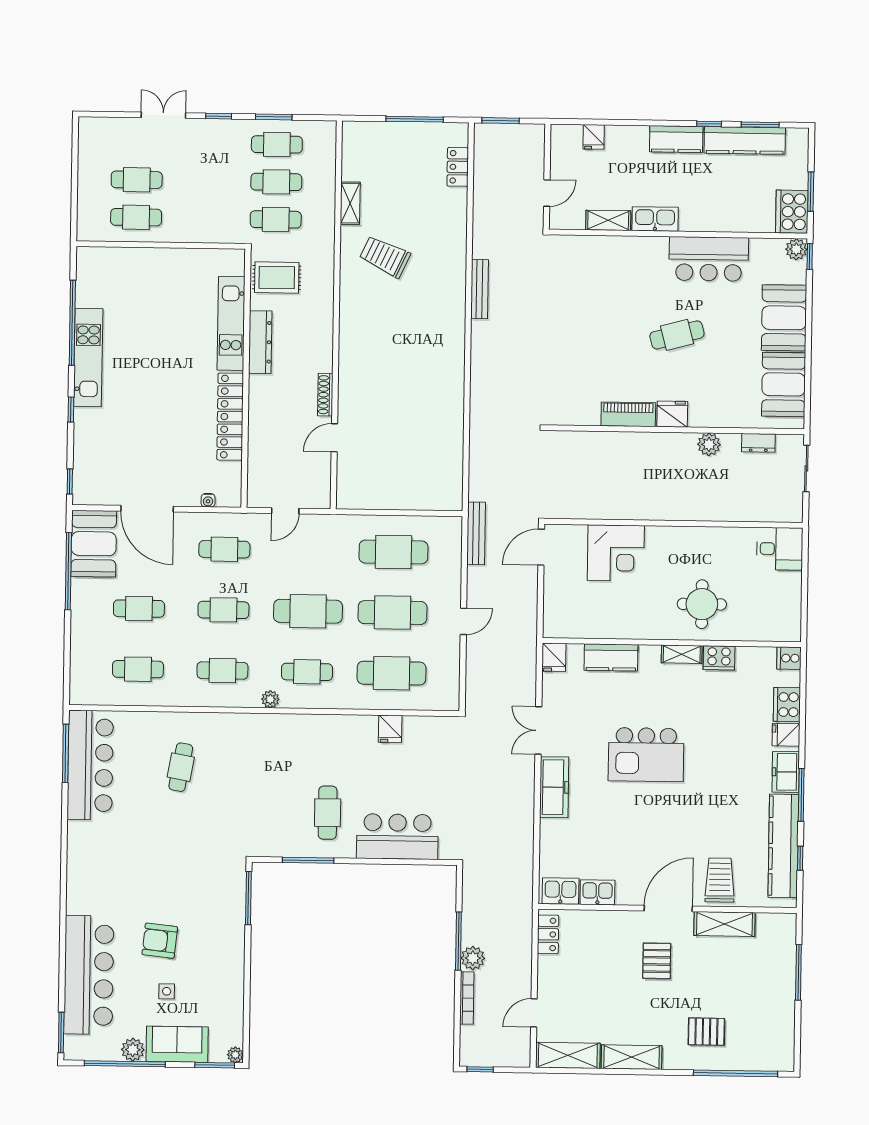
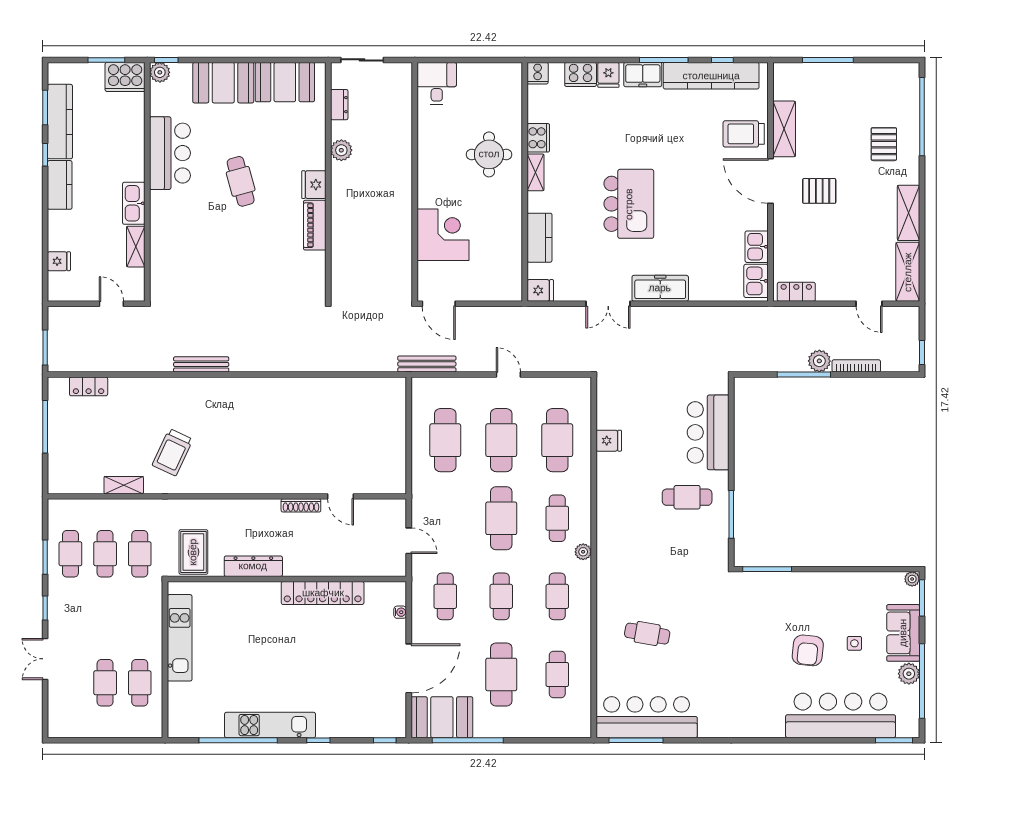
kitchen unit: (231, 323) -> (180, 638), moved, turned -90
cafe table: (139, 609) -> (501, 674), width x1.37, depth x1.35

